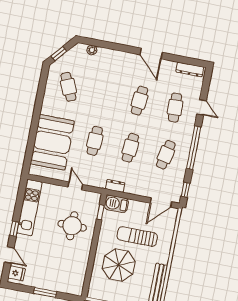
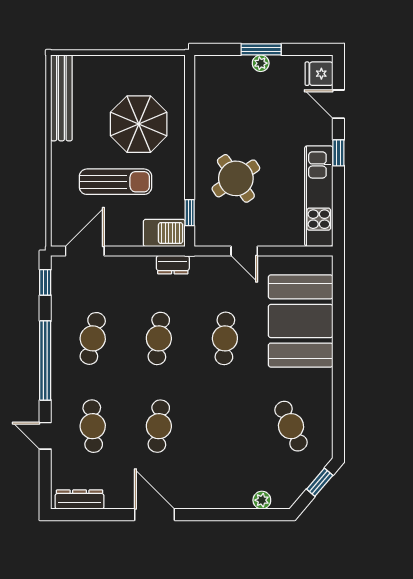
round table: (72, 226) -> (236, 178), turned -34
plant: (47, 285) -> (261, 63), added

